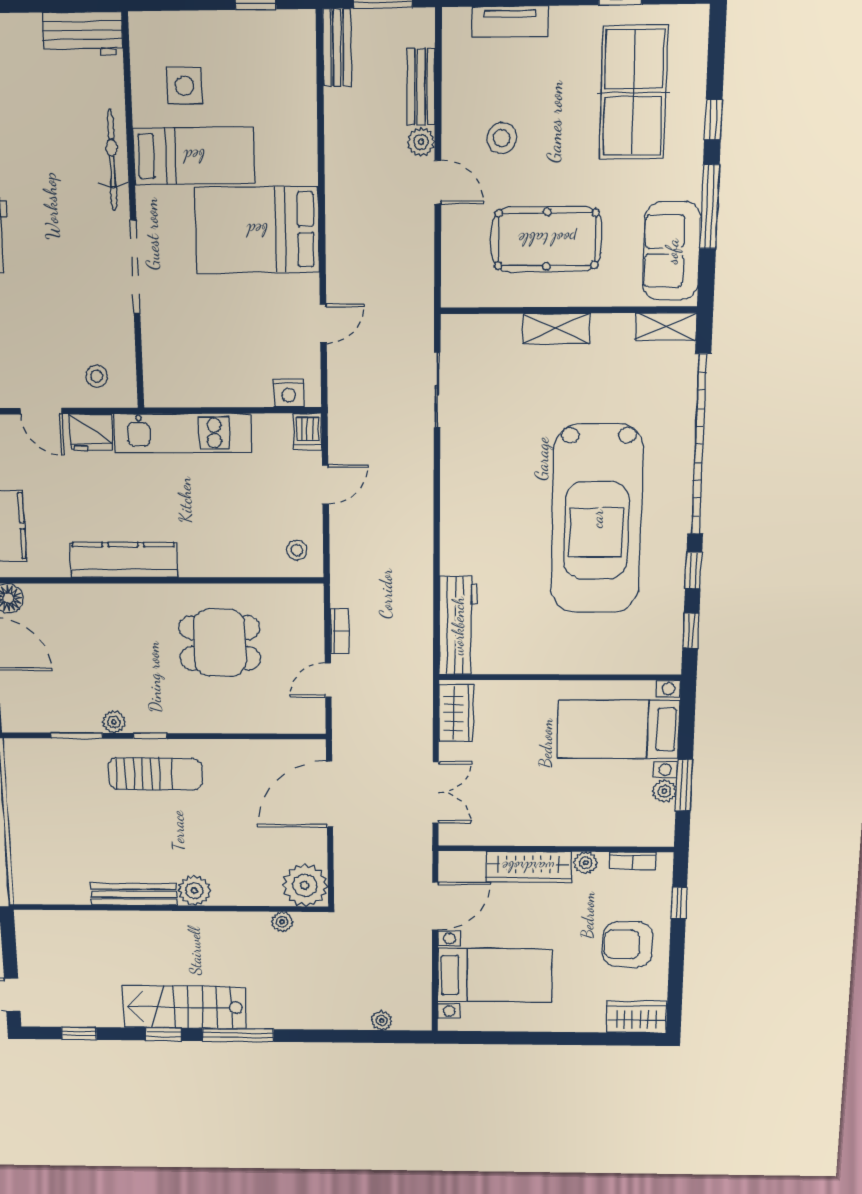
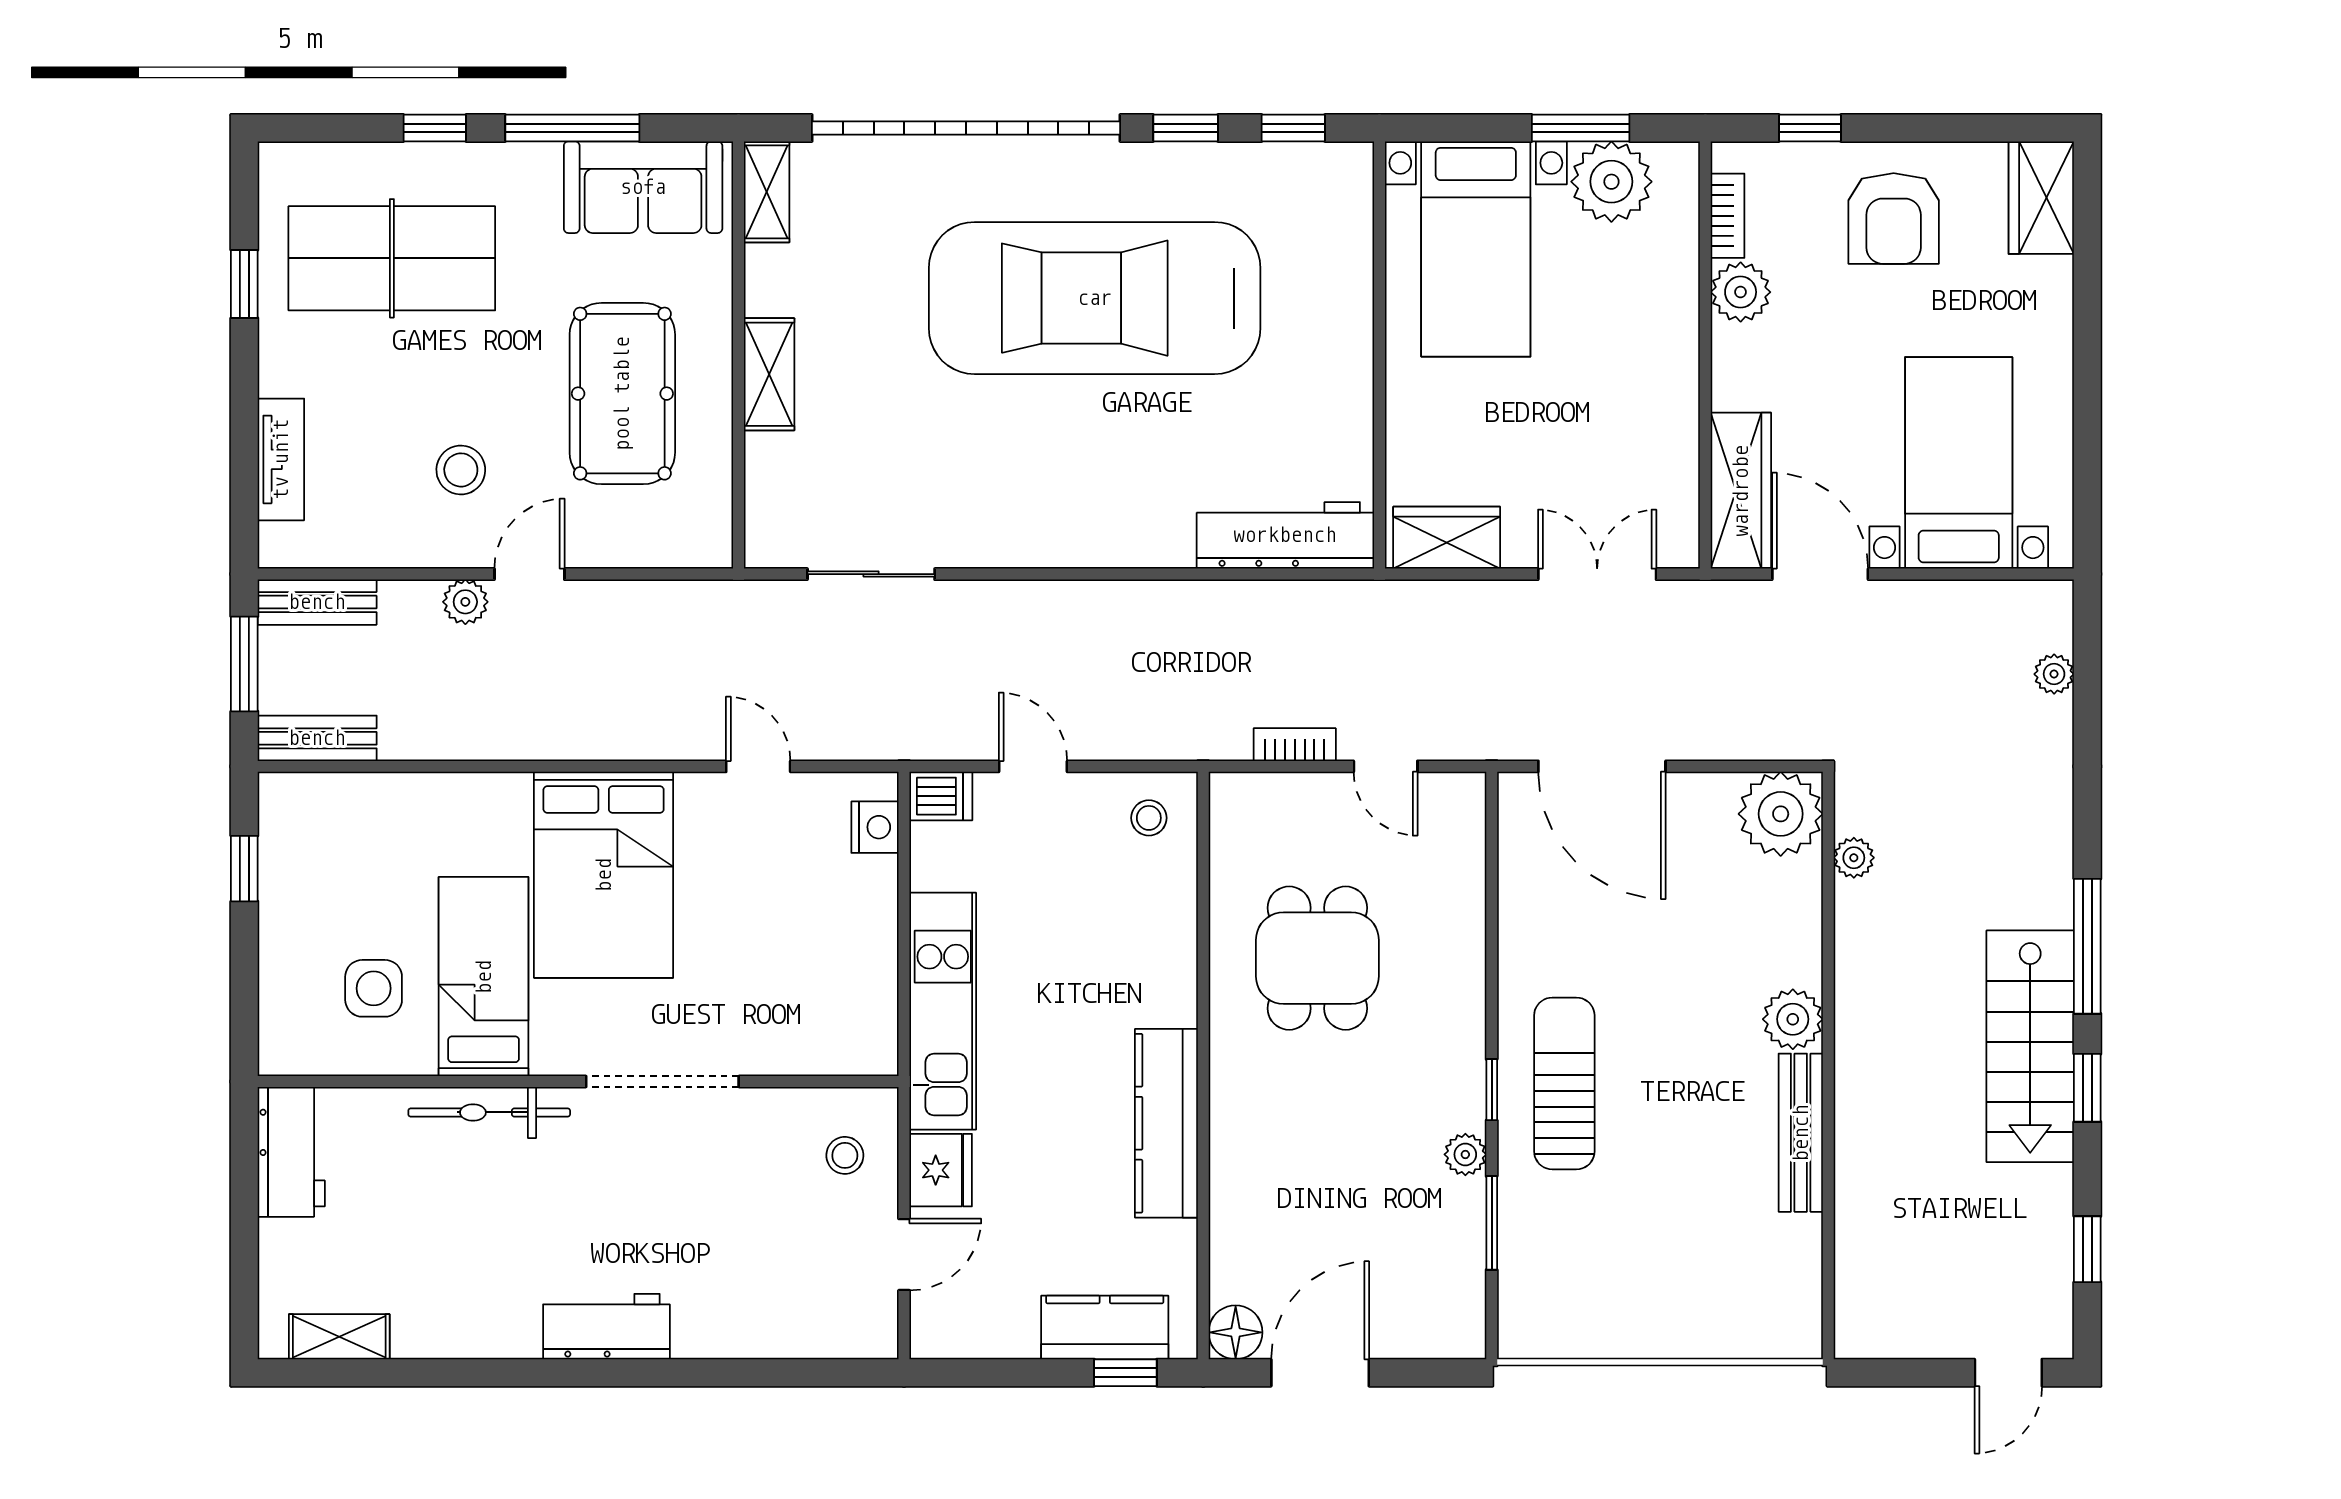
bench: (421, 87) -> (317, 602), moved
car: (597, 519) -> (1095, 298), turned 180
plant: (664, 791) -> (1611, 182), width x1.87, depth x1.87
plant: (586, 863) -> (1741, 292), width x1.38, depth x1.38
wardrobe: (528, 867) -> (1741, 491), moved

